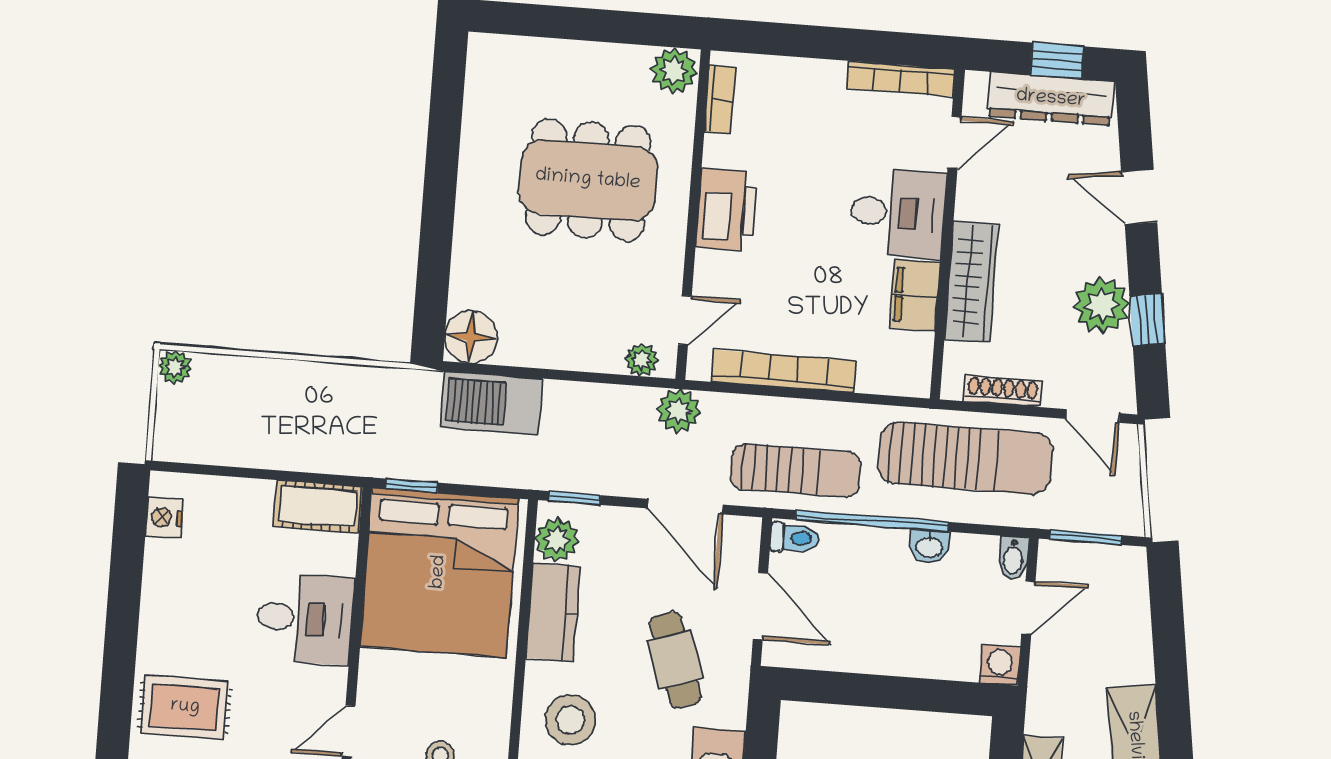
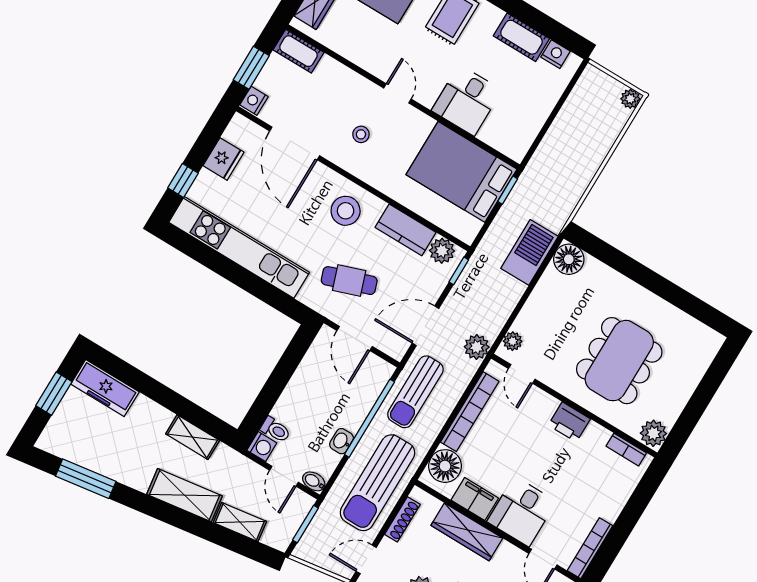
printer: (727, 210) -> (569, 422), width x0.73, depth x0.84
floor lamp: (887, 367) -> (445, 466), added
cot: (318, 507) -> (521, 37), moved, turned 90
toilet: (795, 538) -> (275, 430), moved, turned -90
bed: (439, 572) -> (461, 172), width x0.73
door: (760, 606) -> (355, 338), hinge flipped
shelving: (1134, 640) -> (240, 522), added

